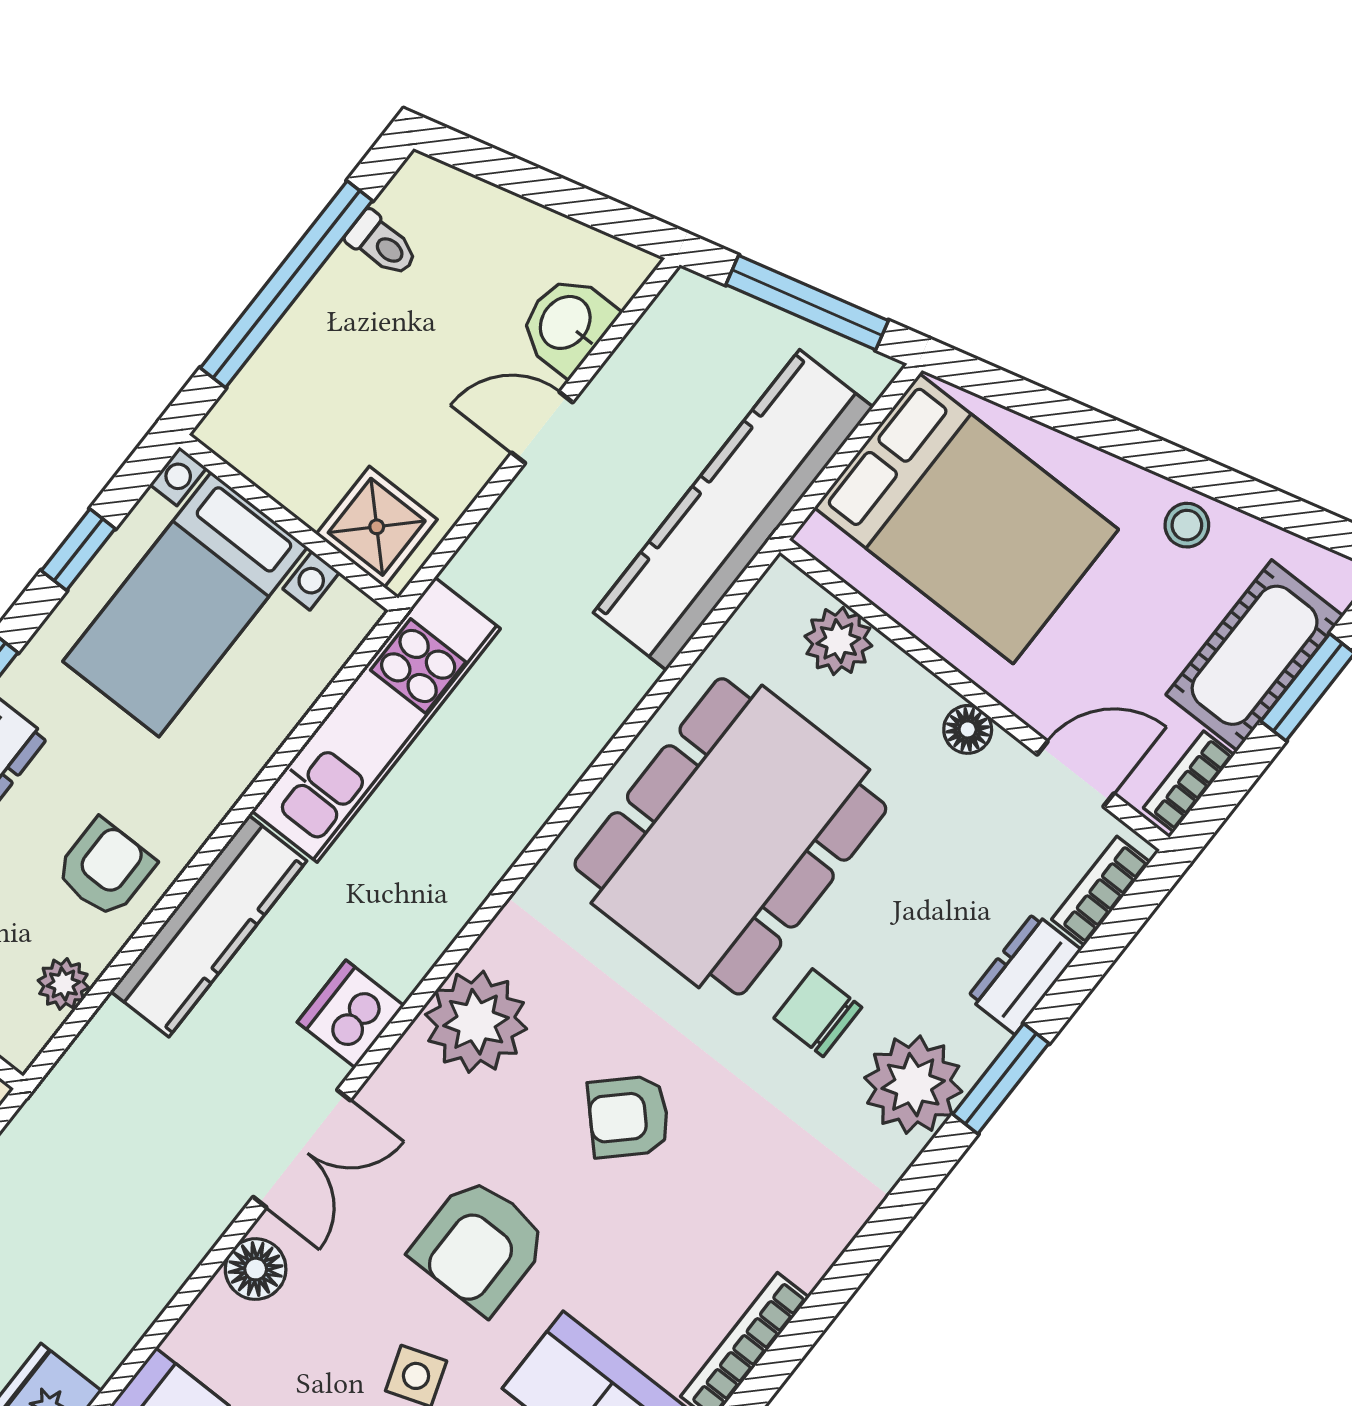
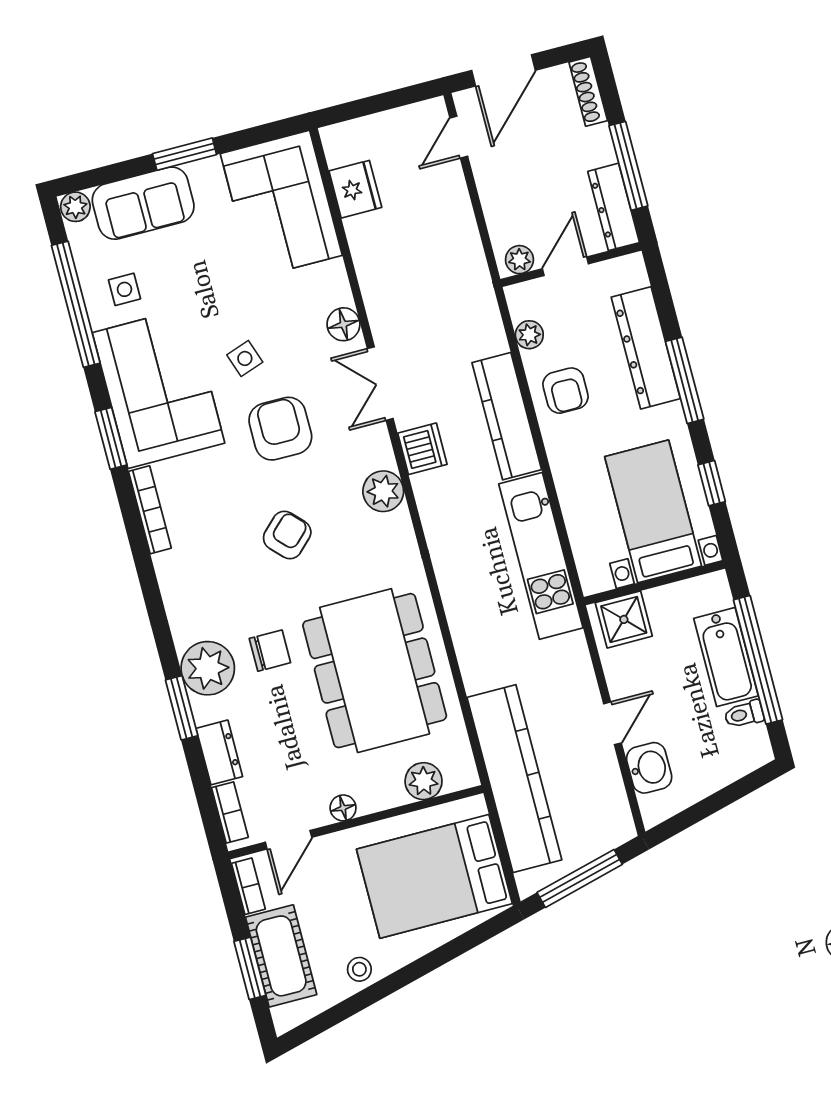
bathtub: (318, 335) -> (726, 657), added
plant: (476, 1022) -> (383, 491), width x0.73, depth x0.73

